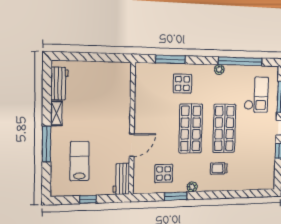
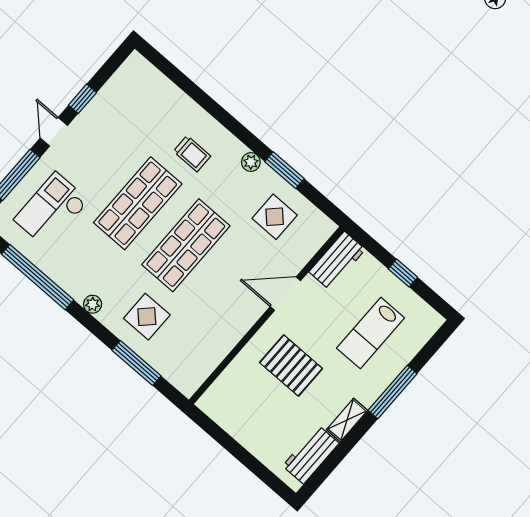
plant: (219, 70) -> (93, 304), moved
pallet: (103, 116) -> (291, 366), added

